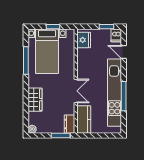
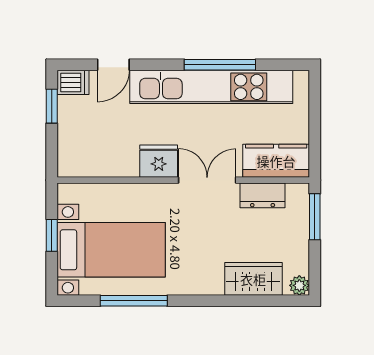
fridge: (84, 40) -> (159, 161), moved
wardrobe: (35, 100) -> (253, 279), moved
dresser: (70, 124) -> (263, 195), moved

